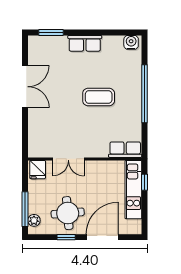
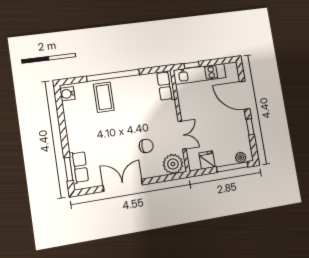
row of seats: (85, 43) -> (79, 167), moved
coffee table: (99, 97) -> (104, 97), moved
chair: (63, 118) -> (146, 146), added
plant: (39, 144) -> (173, 164), added
fridge: (38, 170) -> (207, 160), moved, turned -90
round table: (68, 213) -> (229, 129), removed

